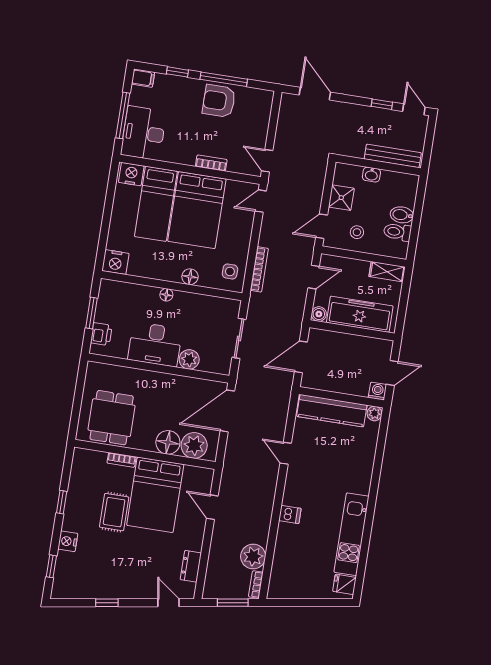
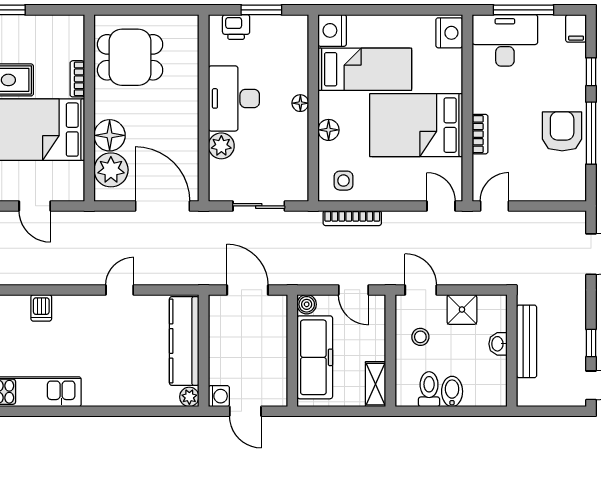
bench: (393, 156) -> (527, 341), moved
bed: (156, 204) -> (365, 69), moved, turned 180
door: (212, 507) -> (35, 206), swing flipped

